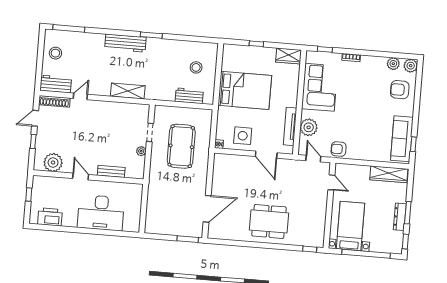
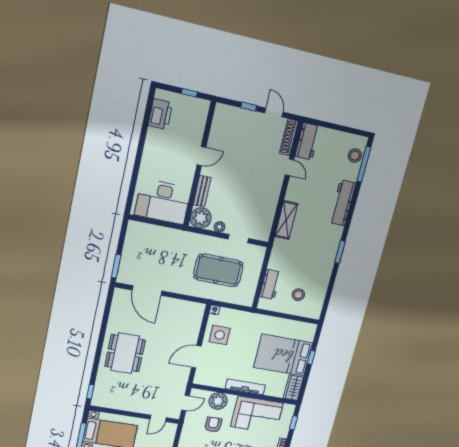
workbench: (125, 43) -> (343, 203), moved
stool: (55, 53) -> (355, 156), moved
bed: (245, 90) -> (283, 355), moved, turned 90
tv unit: (290, 126) -> (245, 387), moved
armchair: (339, 149) -> (213, 424), moved
plant: (53, 163) -> (201, 218), moved
desk: (101, 213) -> (163, 202), moved, turned -90

